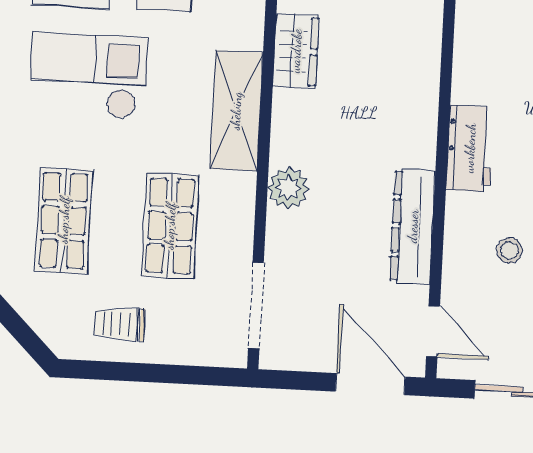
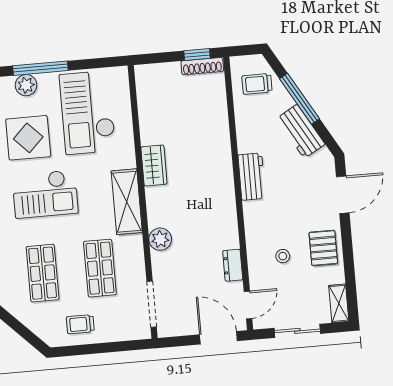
checkout: (88, 76) -> (45, 194), turned 180
workbench: (470, 148) -> (252, 177), moved
dresser: (413, 226) -> (233, 265), width x0.51, depth x0.80
door: (433, 331) -> (248, 305), hinge flipped

